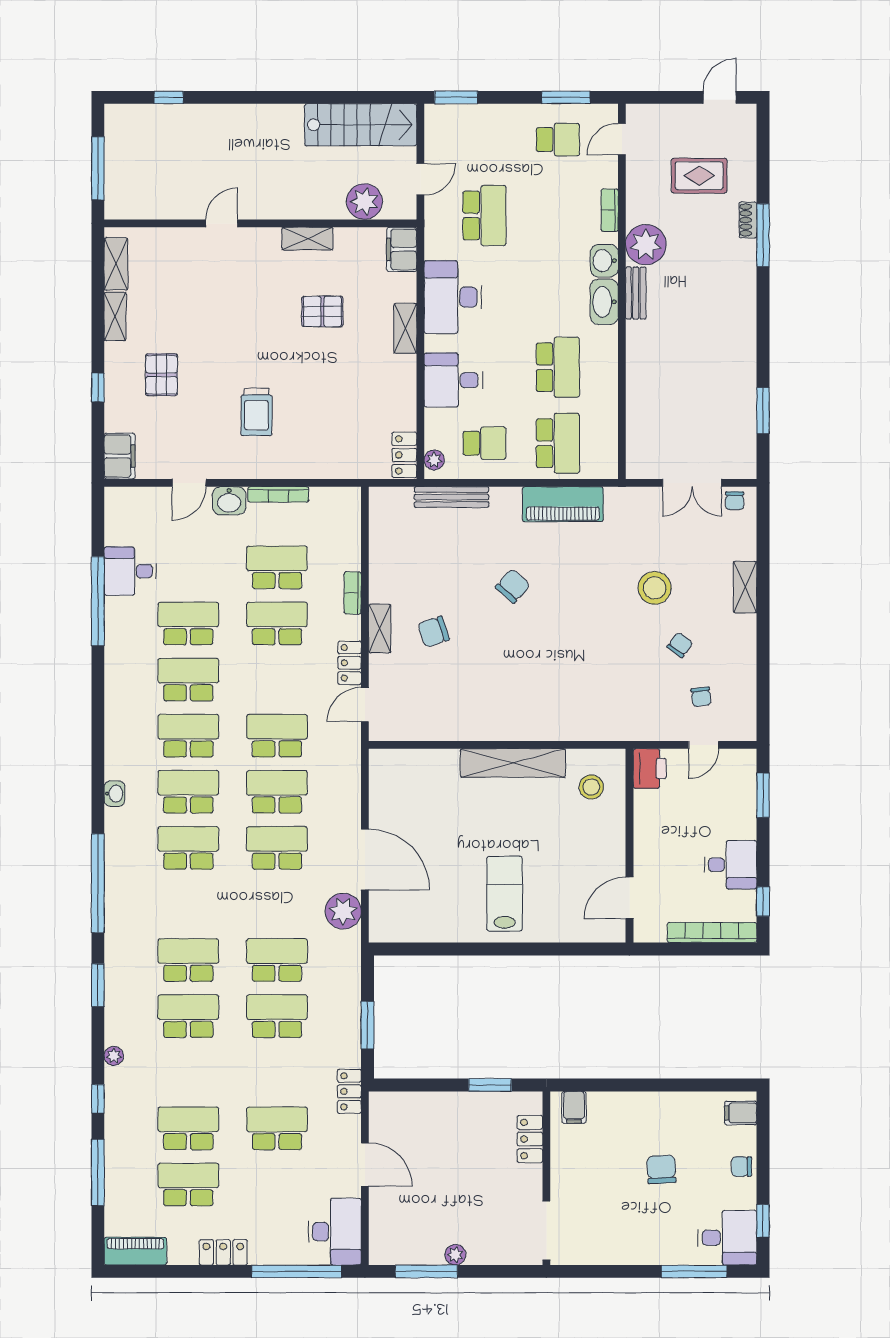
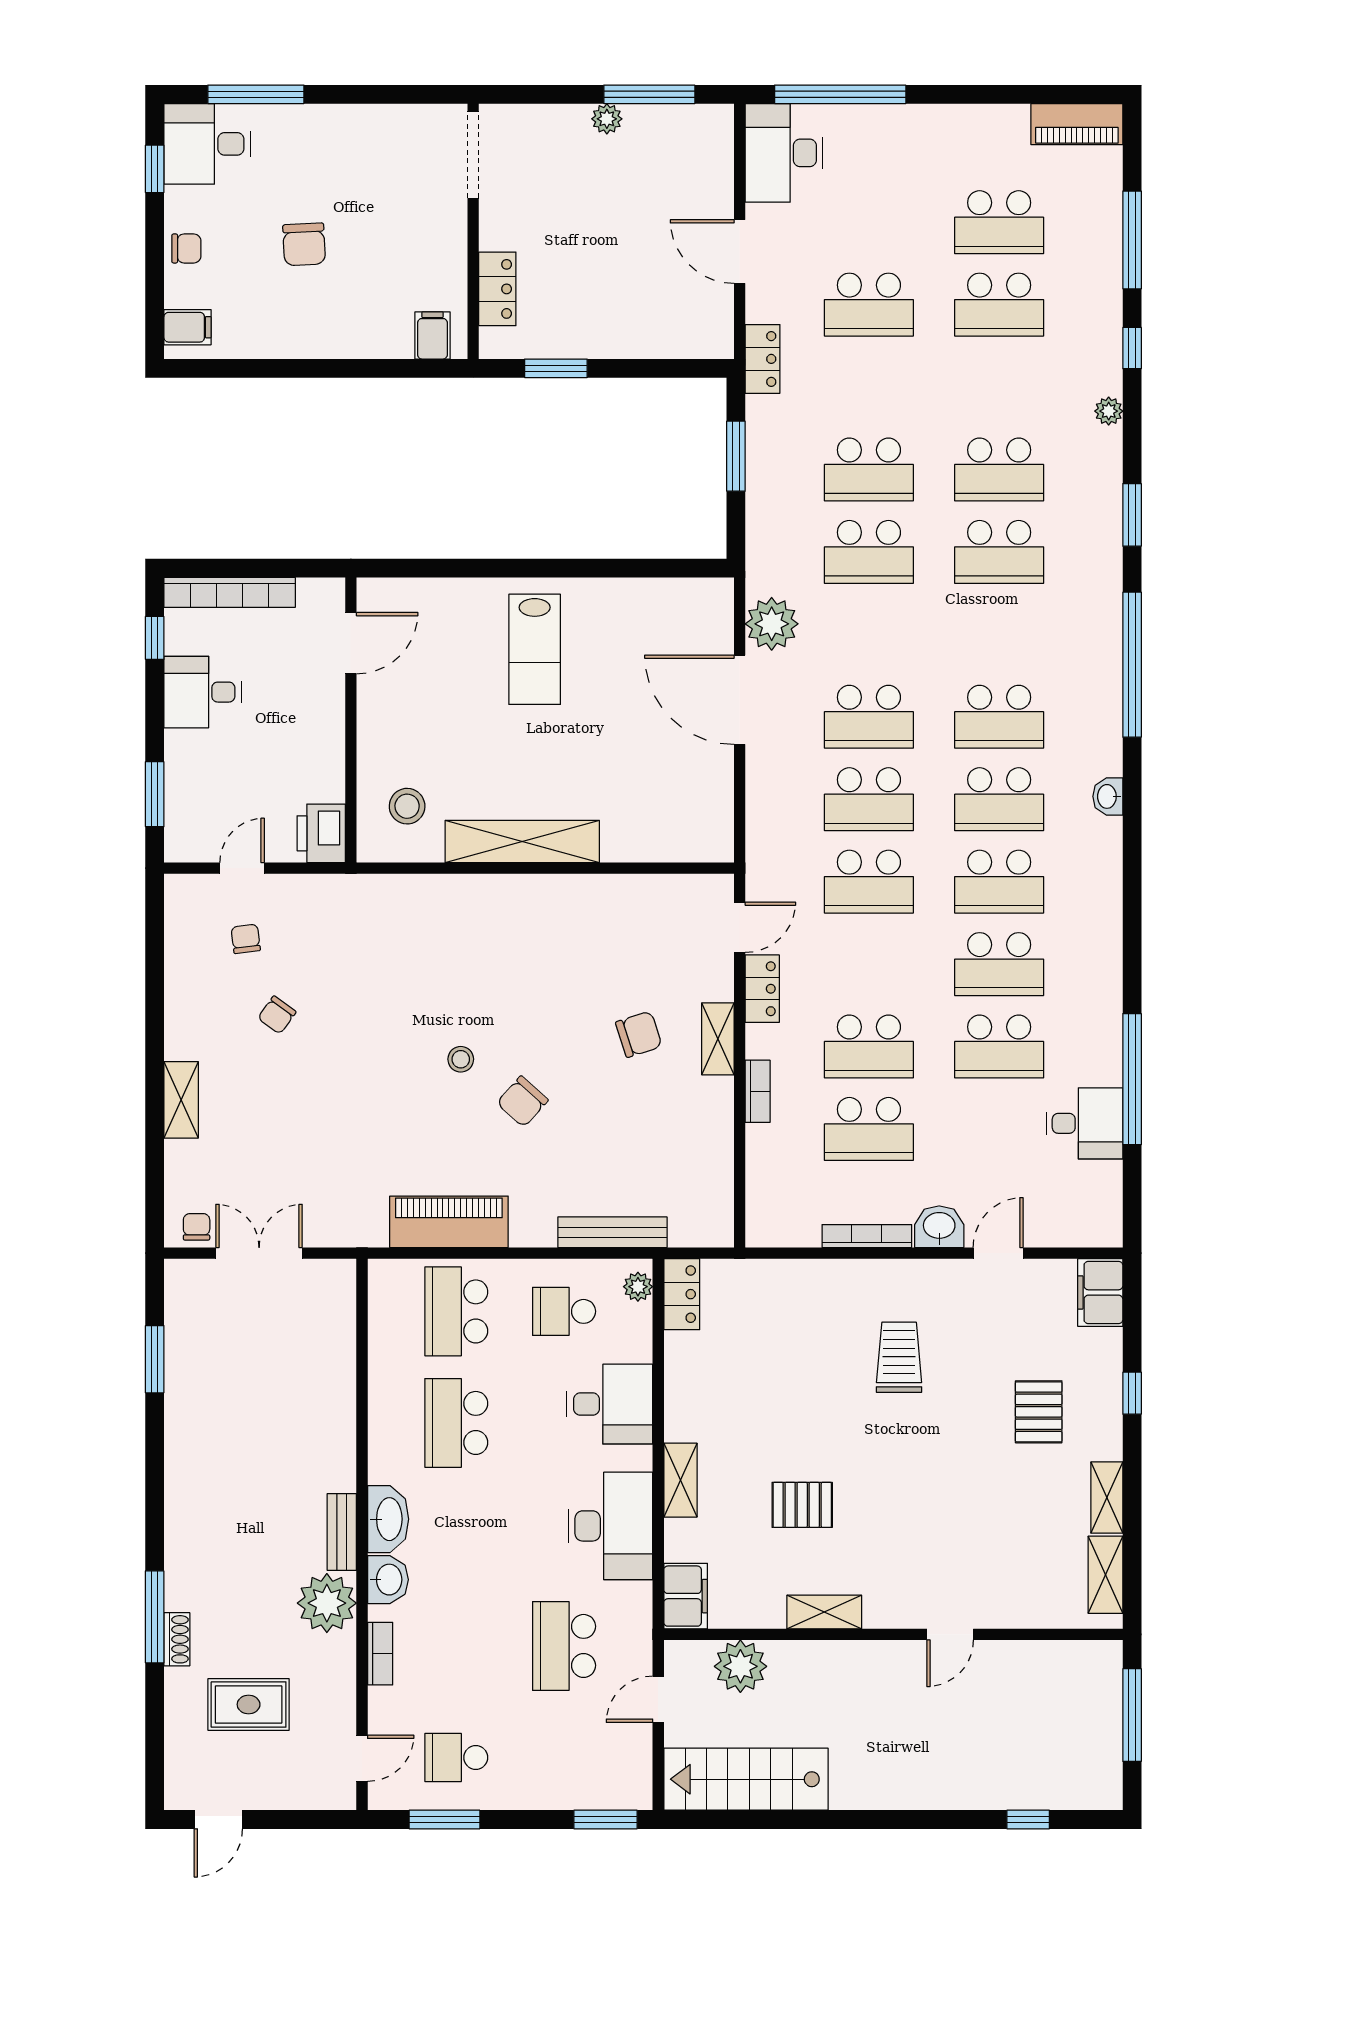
stool: (655, 588) -> (461, 1059), moved, width x0.53, depth x0.53
locker: (223, 1252) -> (948, 122), removed

